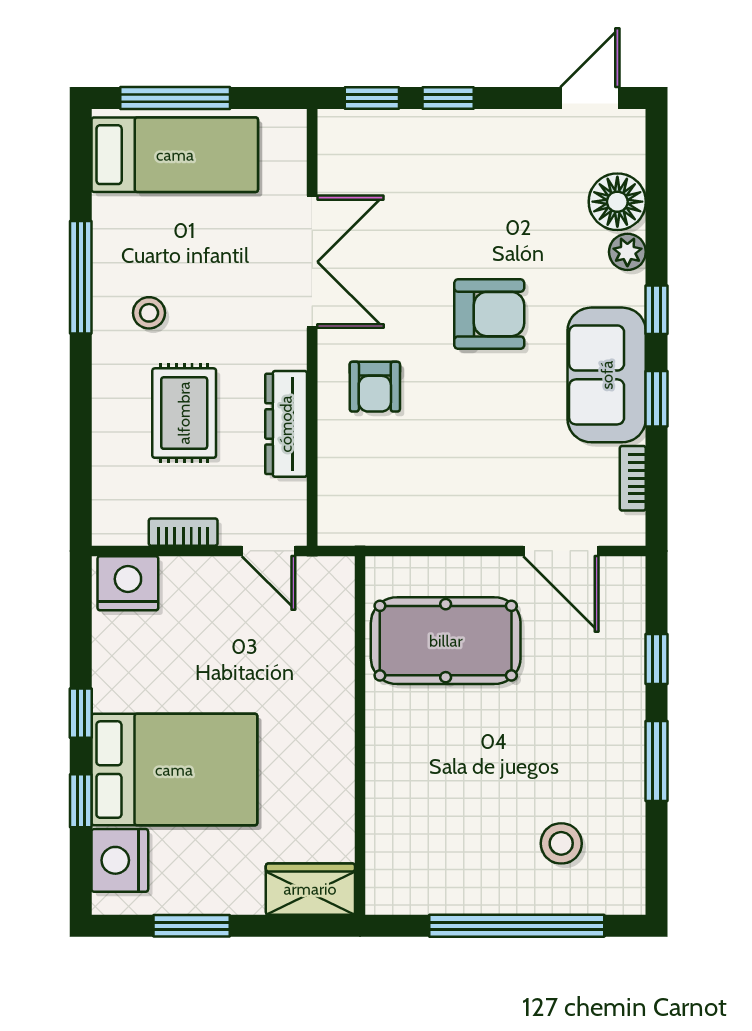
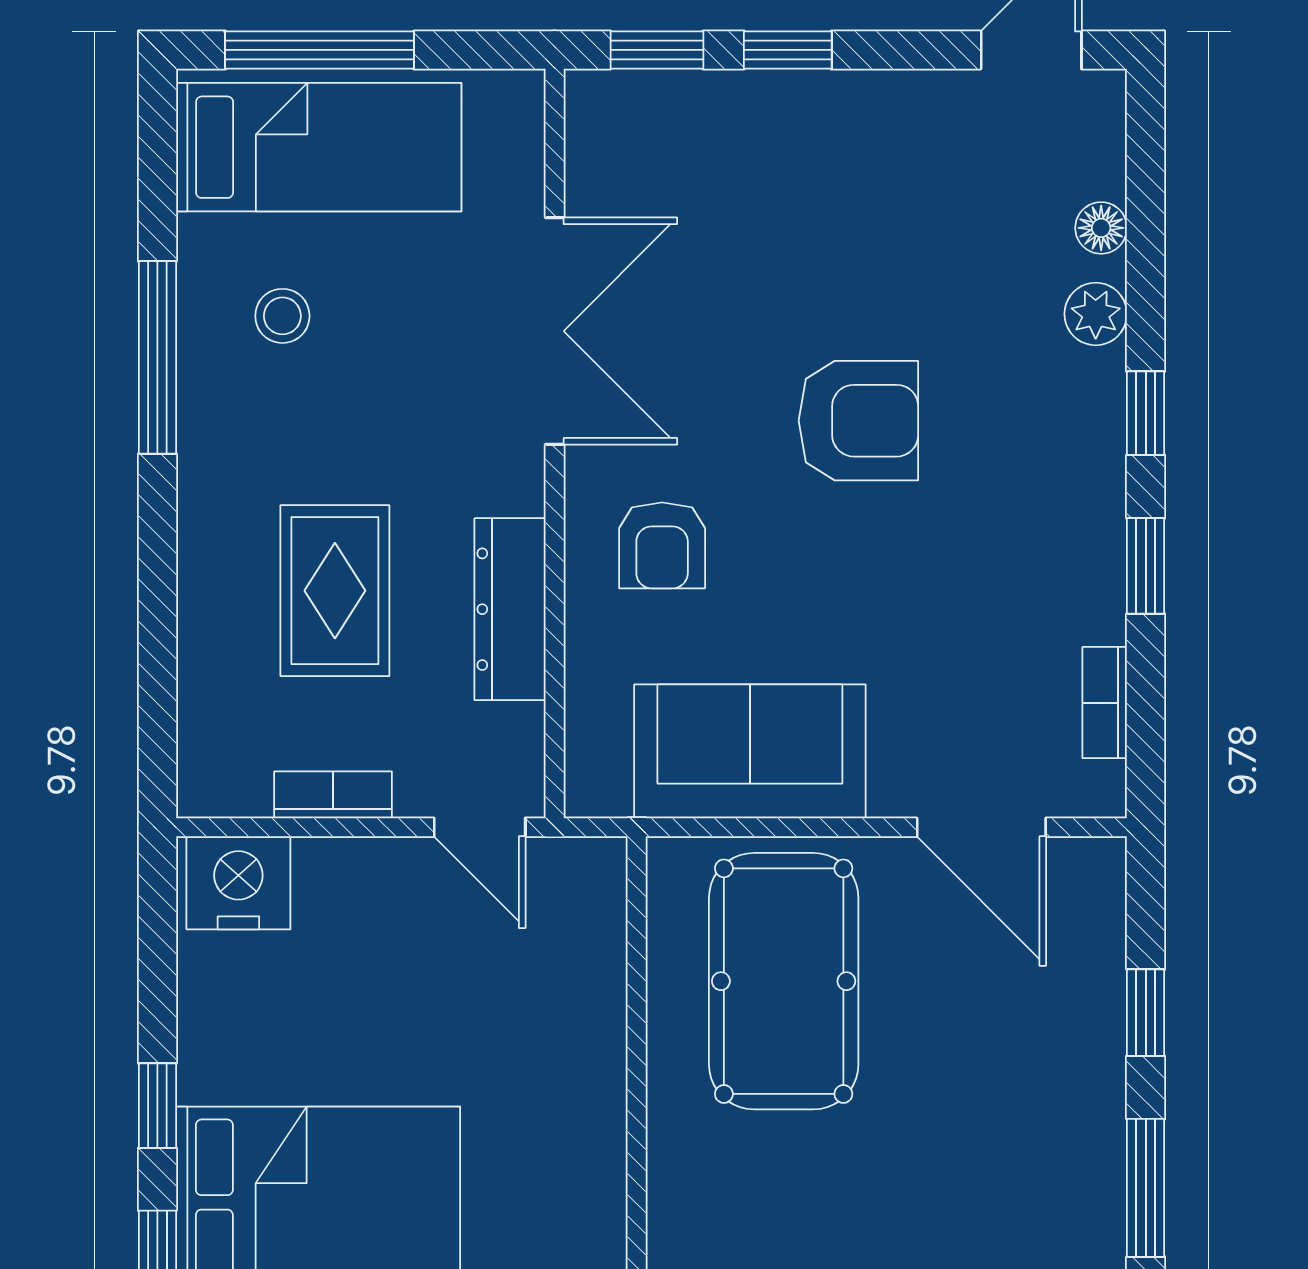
floor lamp: (617, 202) -> (1101, 228), width x0.53, depth x0.53
stool: (149, 313) -> (282, 316), moved
sofa: (607, 375) -> (750, 751), moved, turned 90
pool table: (446, 641) -> (784, 981), turned 90

